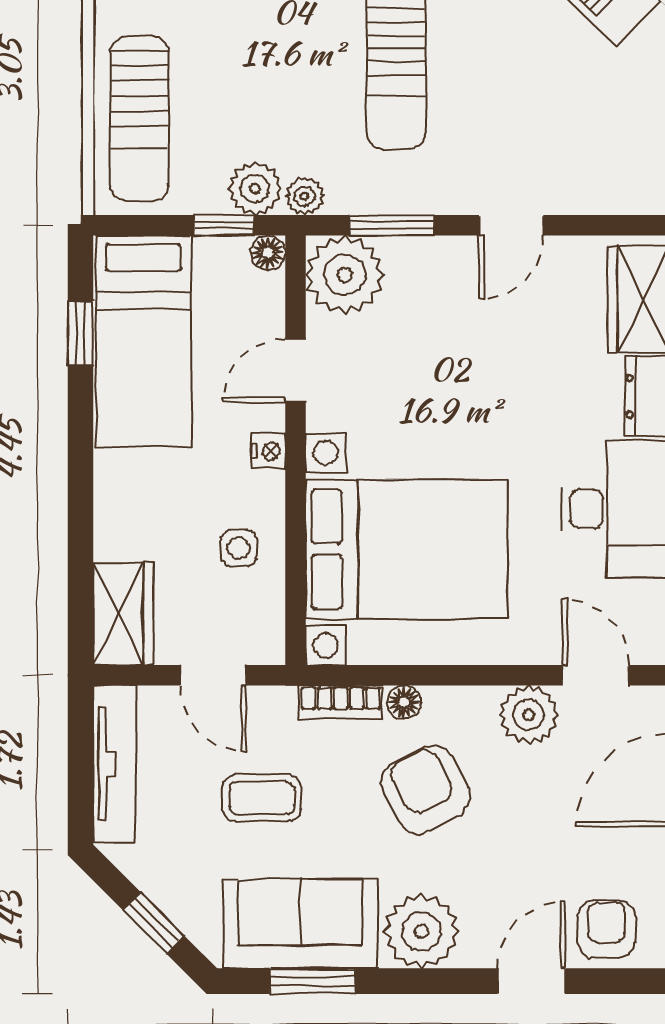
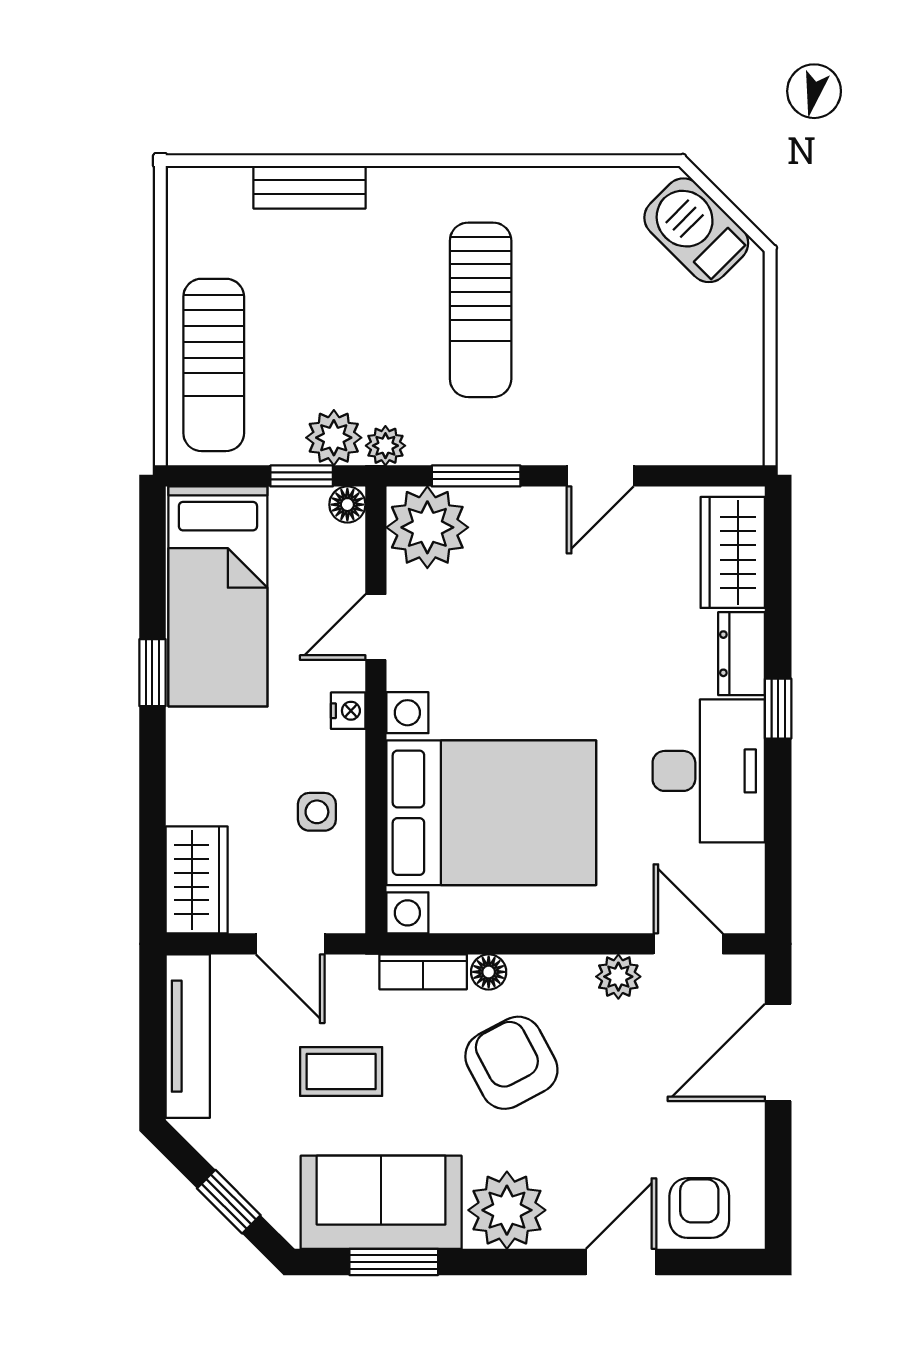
window: (81, 333) -> (152, 673), moved
plant: (529, 715) -> (618, 977), width x0.73, depth x0.73

